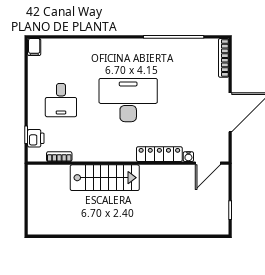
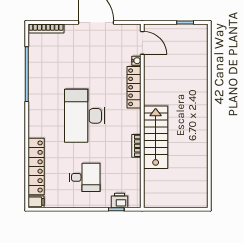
locker: (73, 47) -> (36, 167), added
bookcase: (59, 157) -> (136, 146), moved

